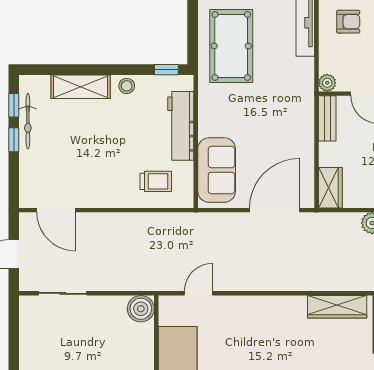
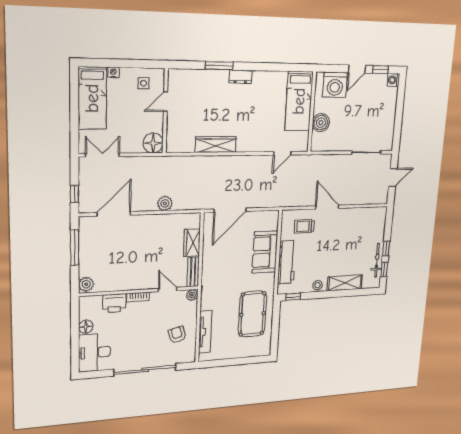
armchair: (348, 22) -> (177, 335), turned 75
sofa: (217, 170) -> (265, 252), moved
wardrobe: (330, 188) -> (192, 243), moved
door: (56, 210) -> (327, 207), moved
wardrobe: (337, 307) -> (216, 145), moved
boiler: (141, 309) -> (321, 123), moved

